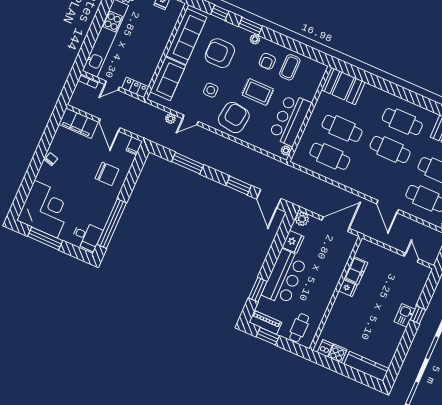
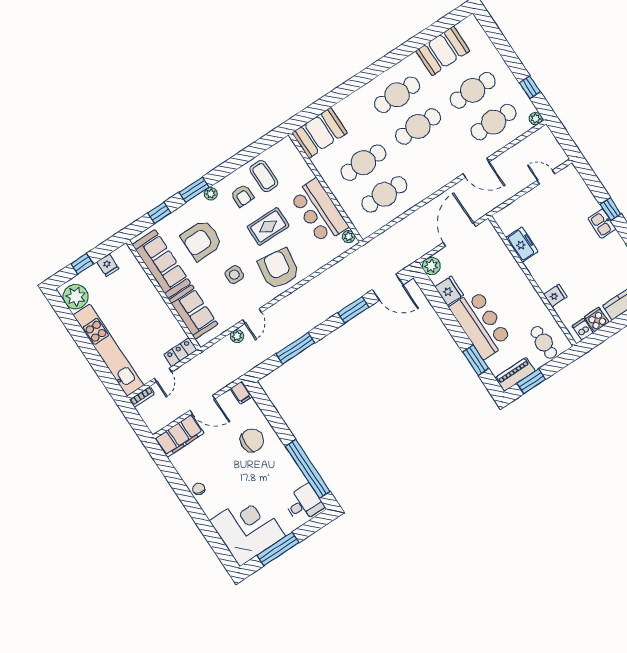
fridge: (348, 288) -> (555, 296), moved

